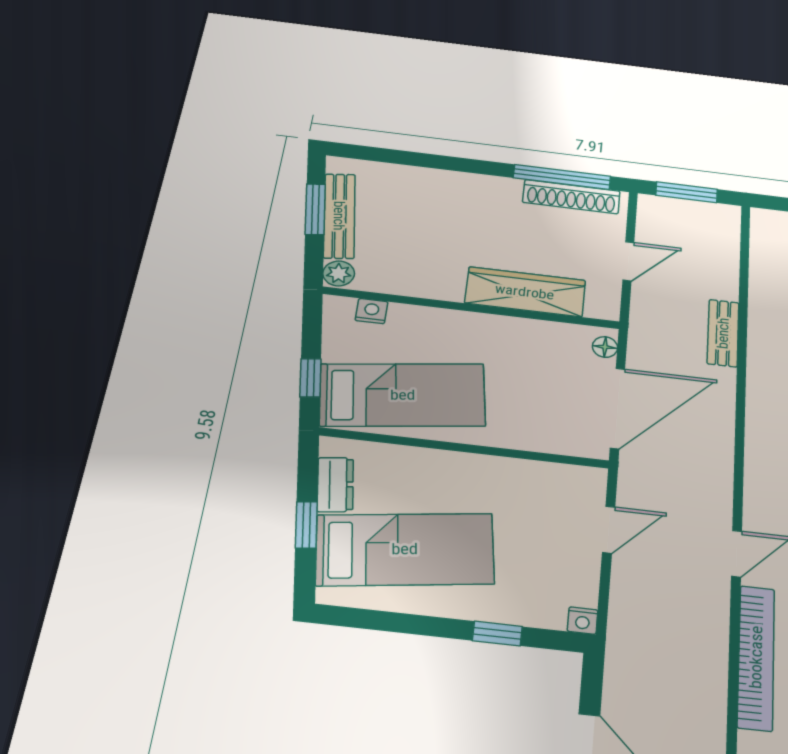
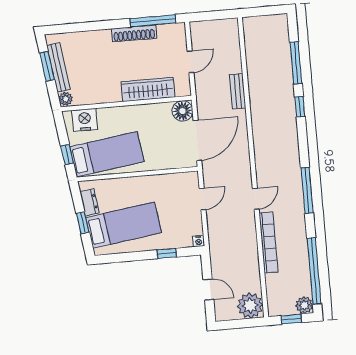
window: (687, 192) -> (211, 16), removed
shoe rack: (571, 197) -> (134, 33), moved
nightstand: (372, 311) -> (85, 120), width x1.89, depth x1.79
floor lamp: (605, 347) -> (182, 111), width x1.89, depth x1.89

